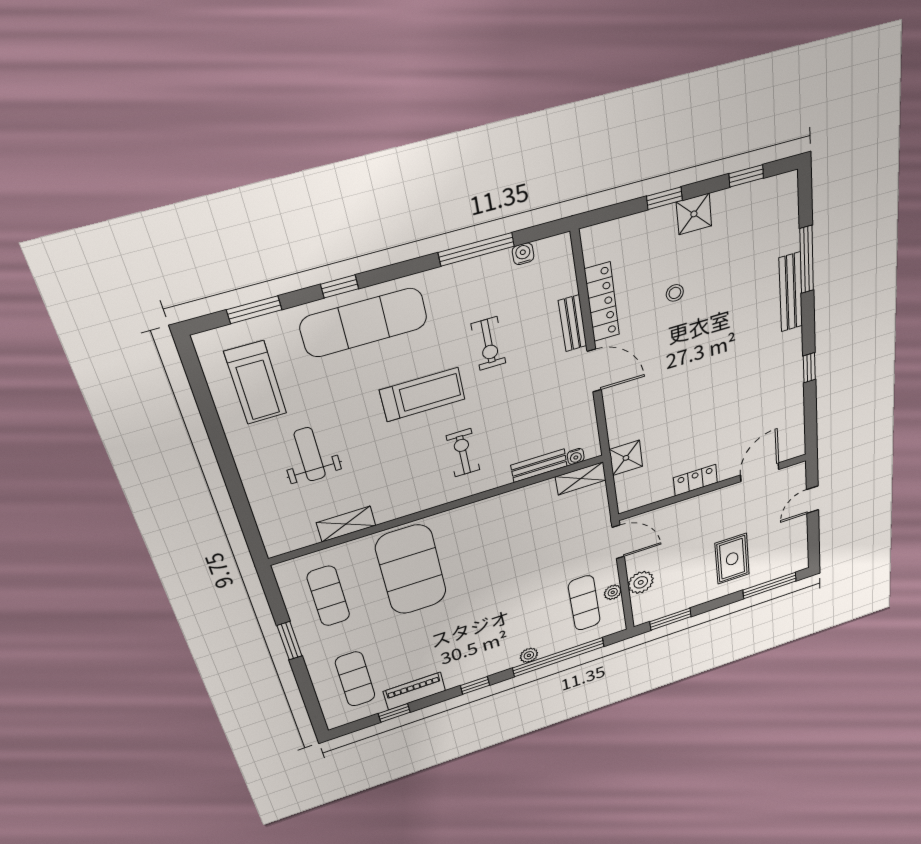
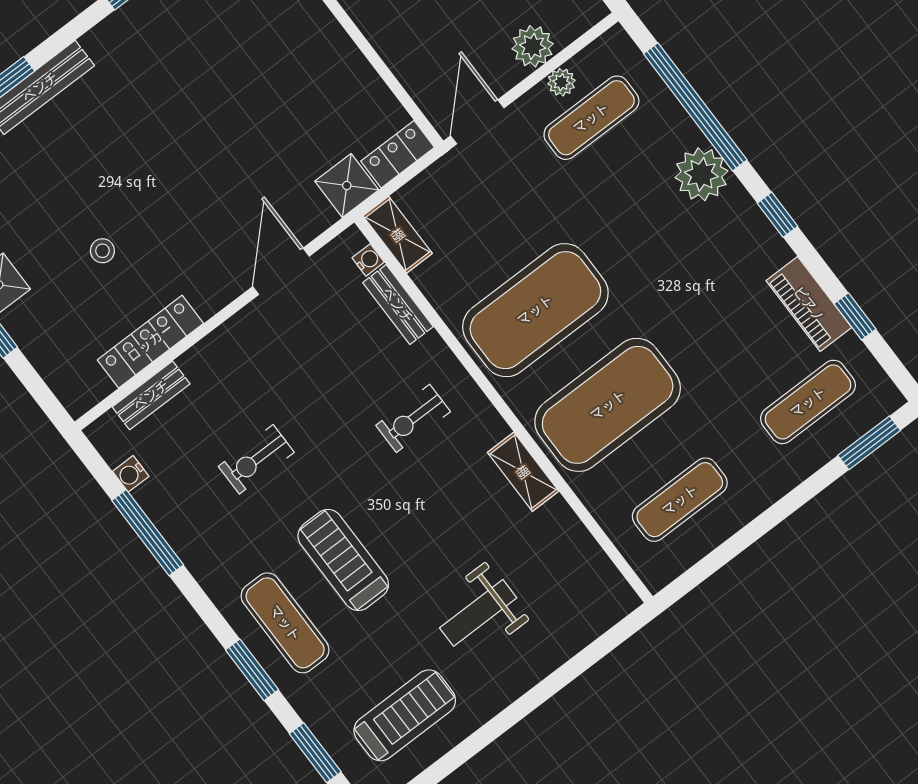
window: (340, 286) -> (252, 670), width x1.50
exercise mat: (364, 323) -> (285, 623), width x0.73, depth x0.69
bench: (573, 323) -> (151, 395), moved
exercise bike: (488, 344) -> (256, 459), turned 180
door: (594, 371) -> (281, 271), moved
treadmill: (422, 395) -> (343, 560), moved
locker: (695, 480) -> (398, 154), moved, turned 90
shelving: (346, 524) -> (523, 472), moved
exercise mat: (492, 544) -> (535, 310), added
window: (290, 641) -> (869, 443), moved
plant: (529, 655) -> (701, 174), width x1.87, depth x1.87

